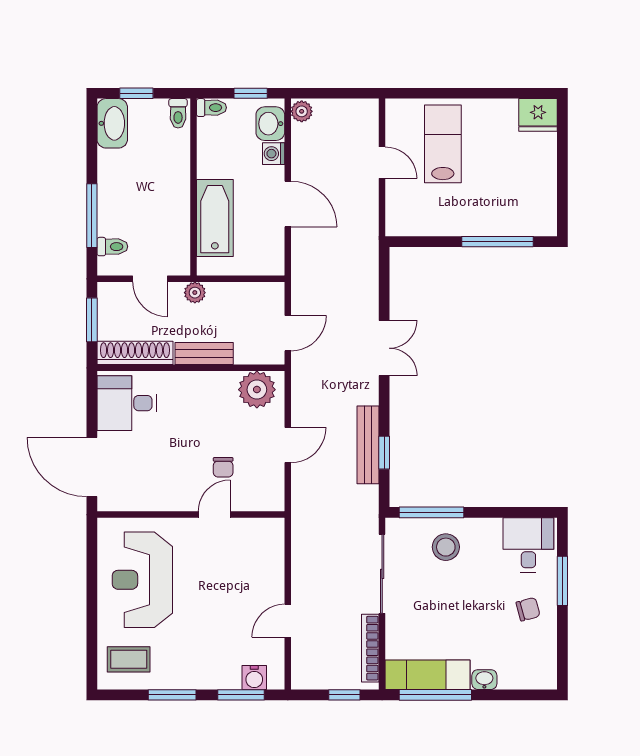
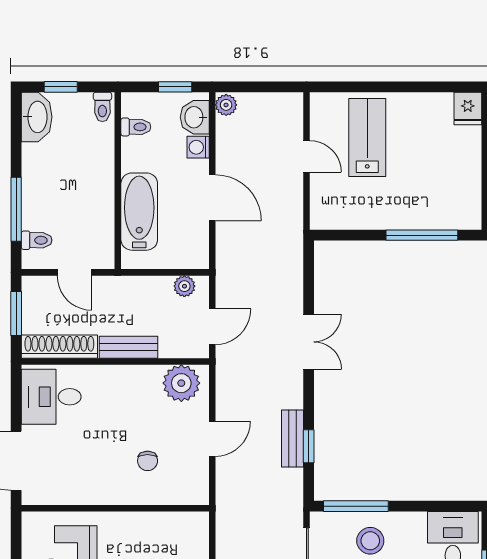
toilet: (211, 108) -> (136, 127), moved
fridge: (538, 115) -> (468, 109), width x0.72
plant: (195, 293) -> (184, 286), moved
bench: (368, 445) -> (292, 439), width x0.73
door: (214, 515) -> (139, 508), removed

